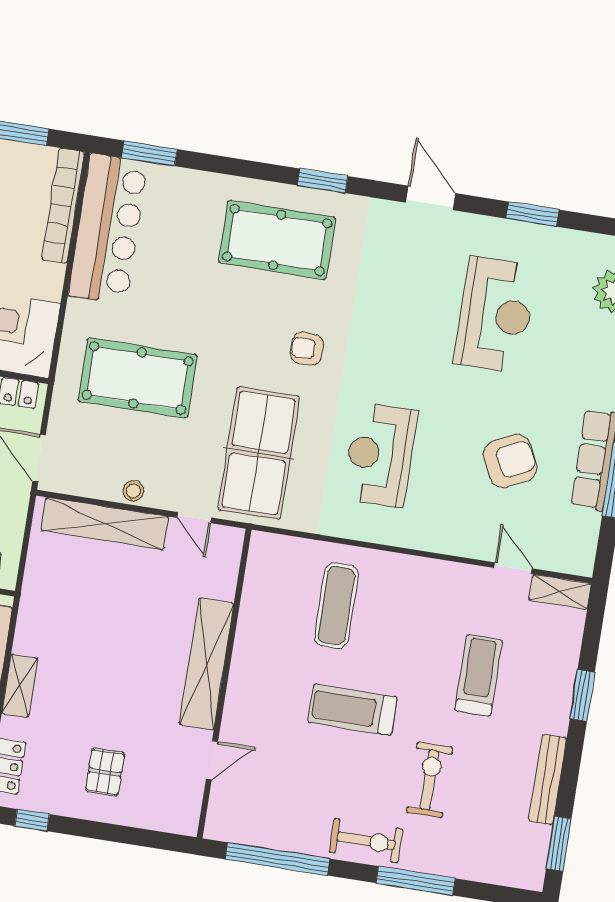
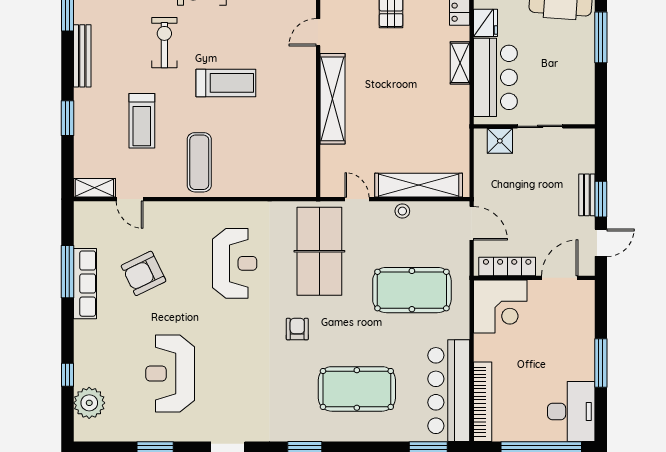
pool table: (277, 240) -> (357, 389), moved
armchair: (307, 349) -> (297, 329), turned -90
exercise mat: (336, 606) -> (199, 162), moved
exercise bike: (430, 780) -> (164, 43), turned 180

